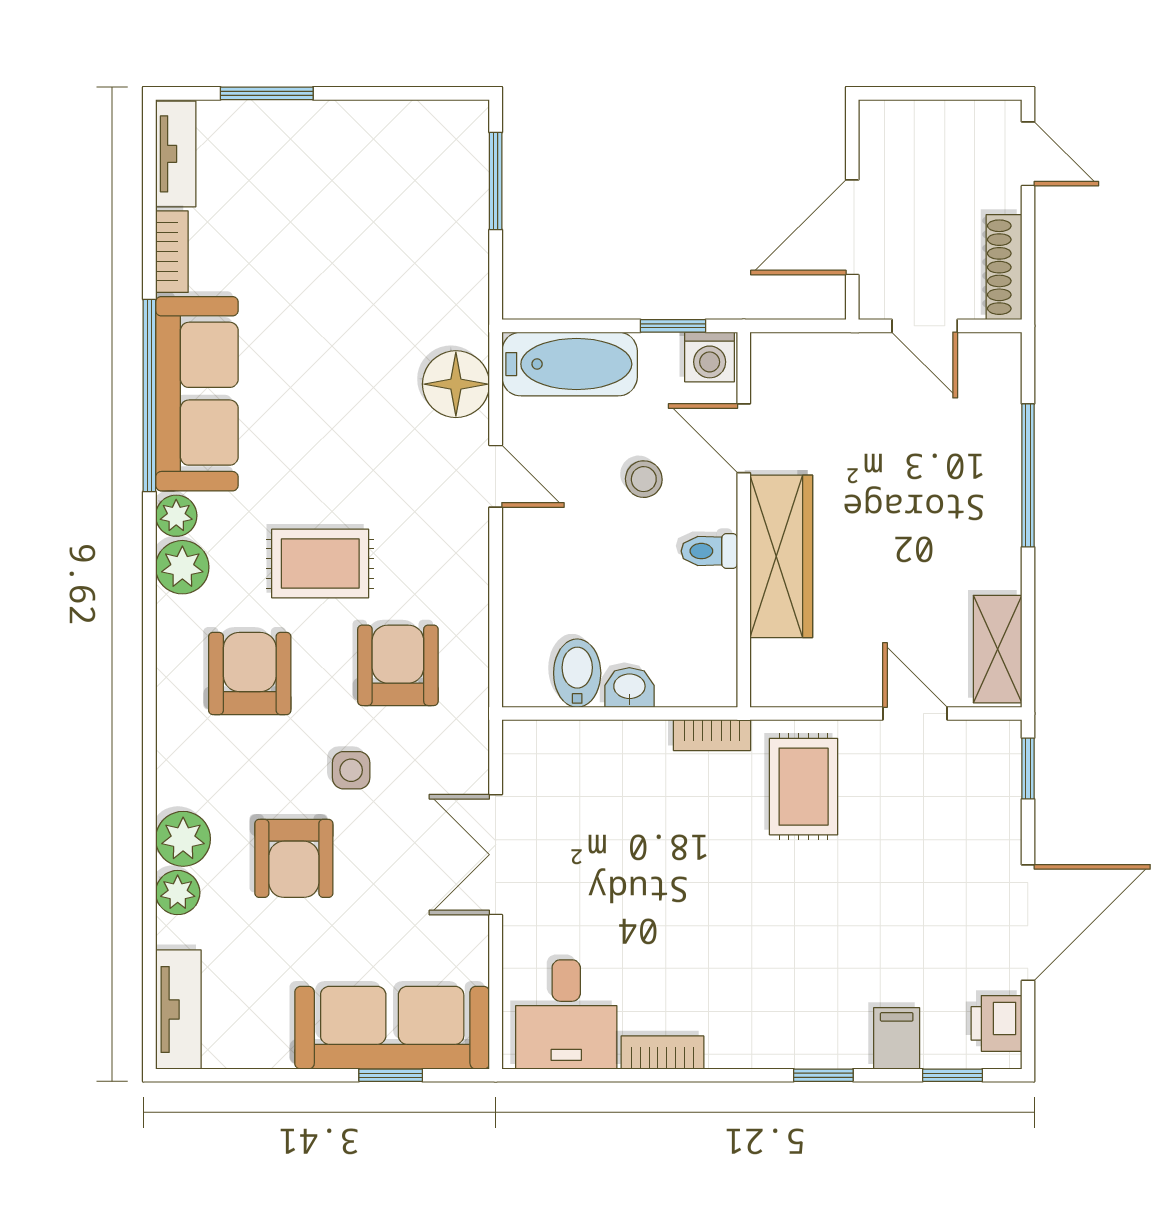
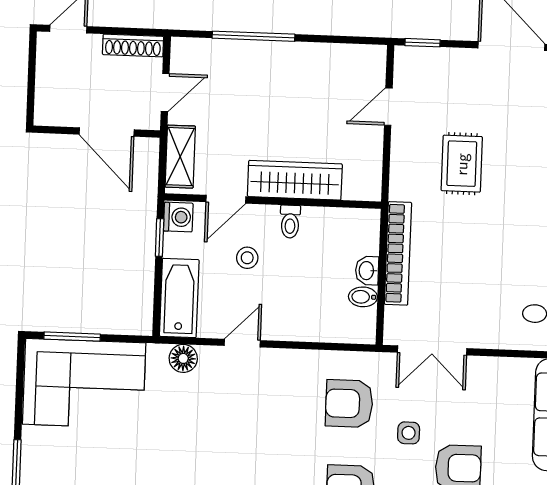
corner sofa: (415, 205) -> (84, 384), added
floor lamp: (456, 384) -> (183, 358), width x0.73, depth x0.73
rug: (320, 564) -> (289, 446), removed
shelving: (998, 649) -> (180, 157), moved, turned 90
bidet: (577, 673) -> (363, 297), width x0.72, depth x0.74
bookcase: (712, 735) -> (398, 253), width x2.31, depth x1.31
rug: (804, 787) -> (462, 164), moved, turned 90
double door: (496, 855) -> (432, 350), moved

